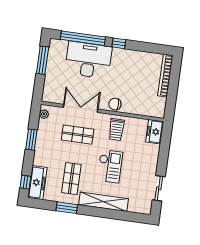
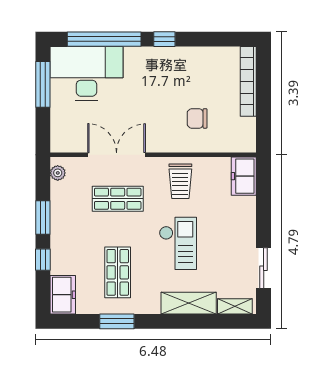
desk: (88, 60) -> (86, 74), moved
chair: (115, 104) -> (197, 118), moved
window: (25, 182) -> (43, 260), moved
freezer: (37, 183) -> (63, 295), width x0.71
shelving: (104, 202) -> (189, 303), width x0.68
shelving: (138, 209) -> (235, 306), added

